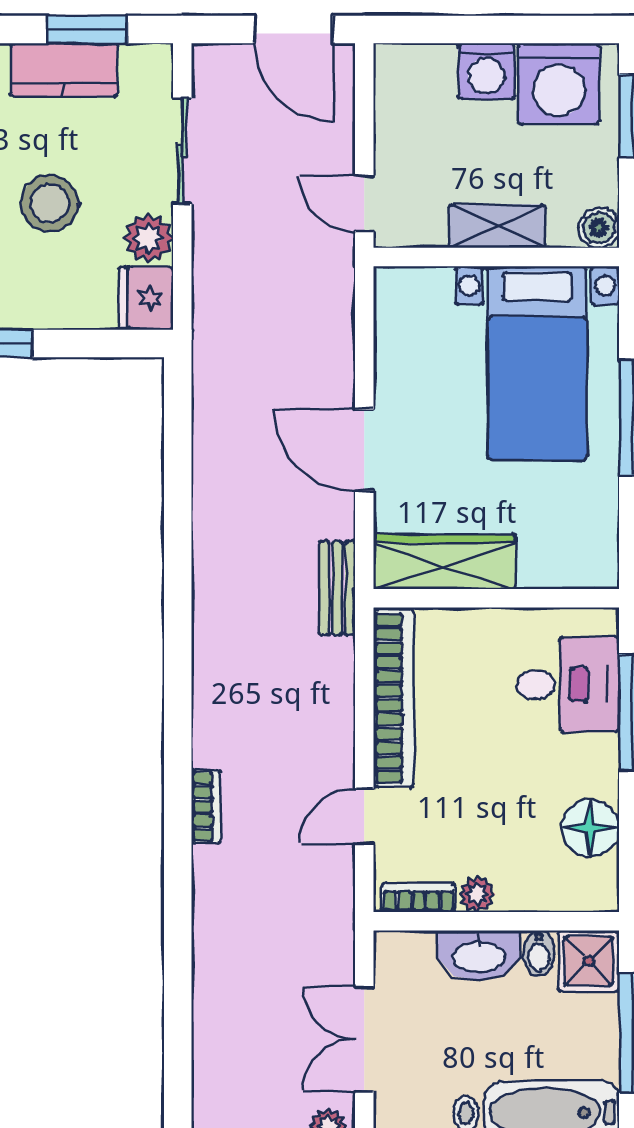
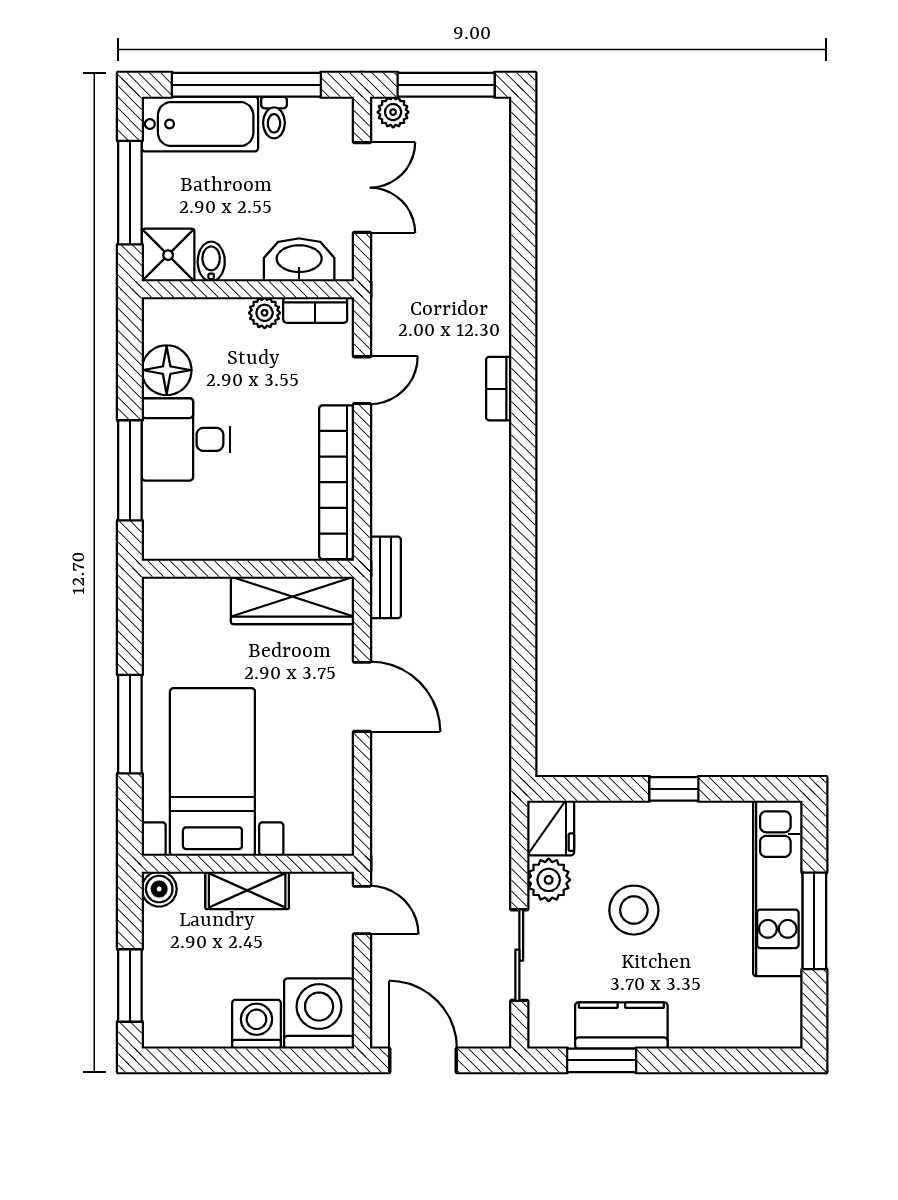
washing machine: (559, 84) -> (319, 1014), moved
desk: (568, 685) -> (186, 439), moved
washbasin: (479, 955) -> (299, 260), moved

